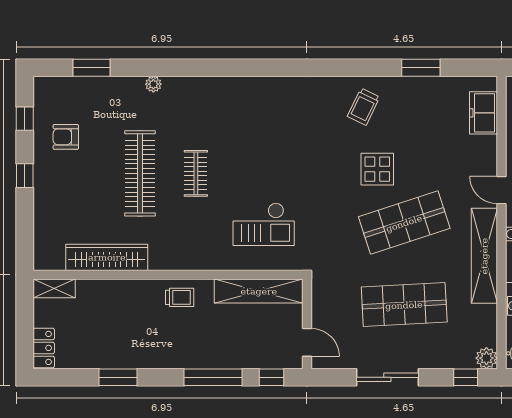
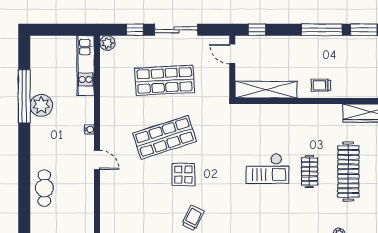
freezer: (483, 113) -> (110, 214), removed
checkout: (264, 224) -> (268, 169), moved, turned 180
shelving: (484, 256) -> (109, 114), removed
window: (213, 377) -> (322, 30), moved
window: (466, 377) -> (135, 30), moved

